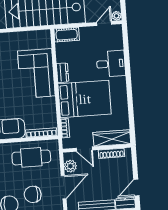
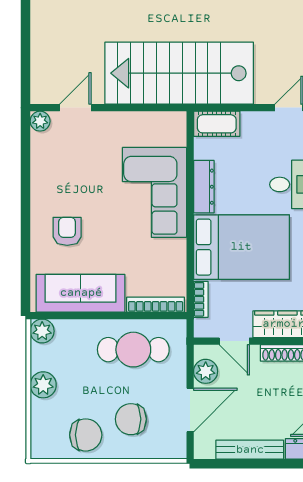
dresser: (63, 73) -> (204, 187), width x1.44

